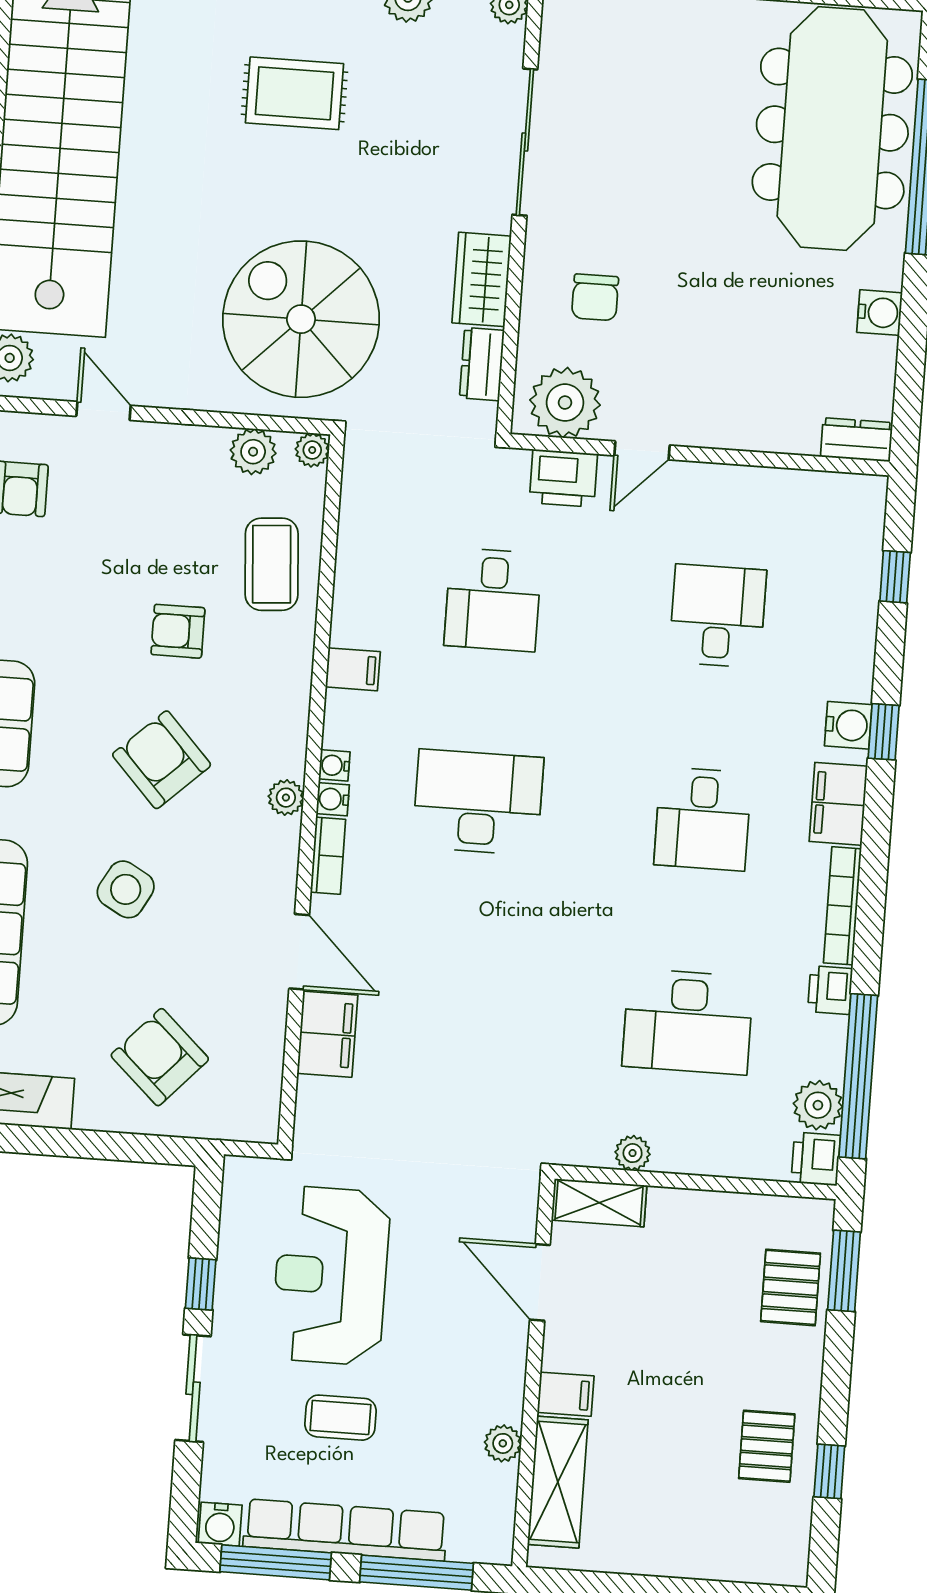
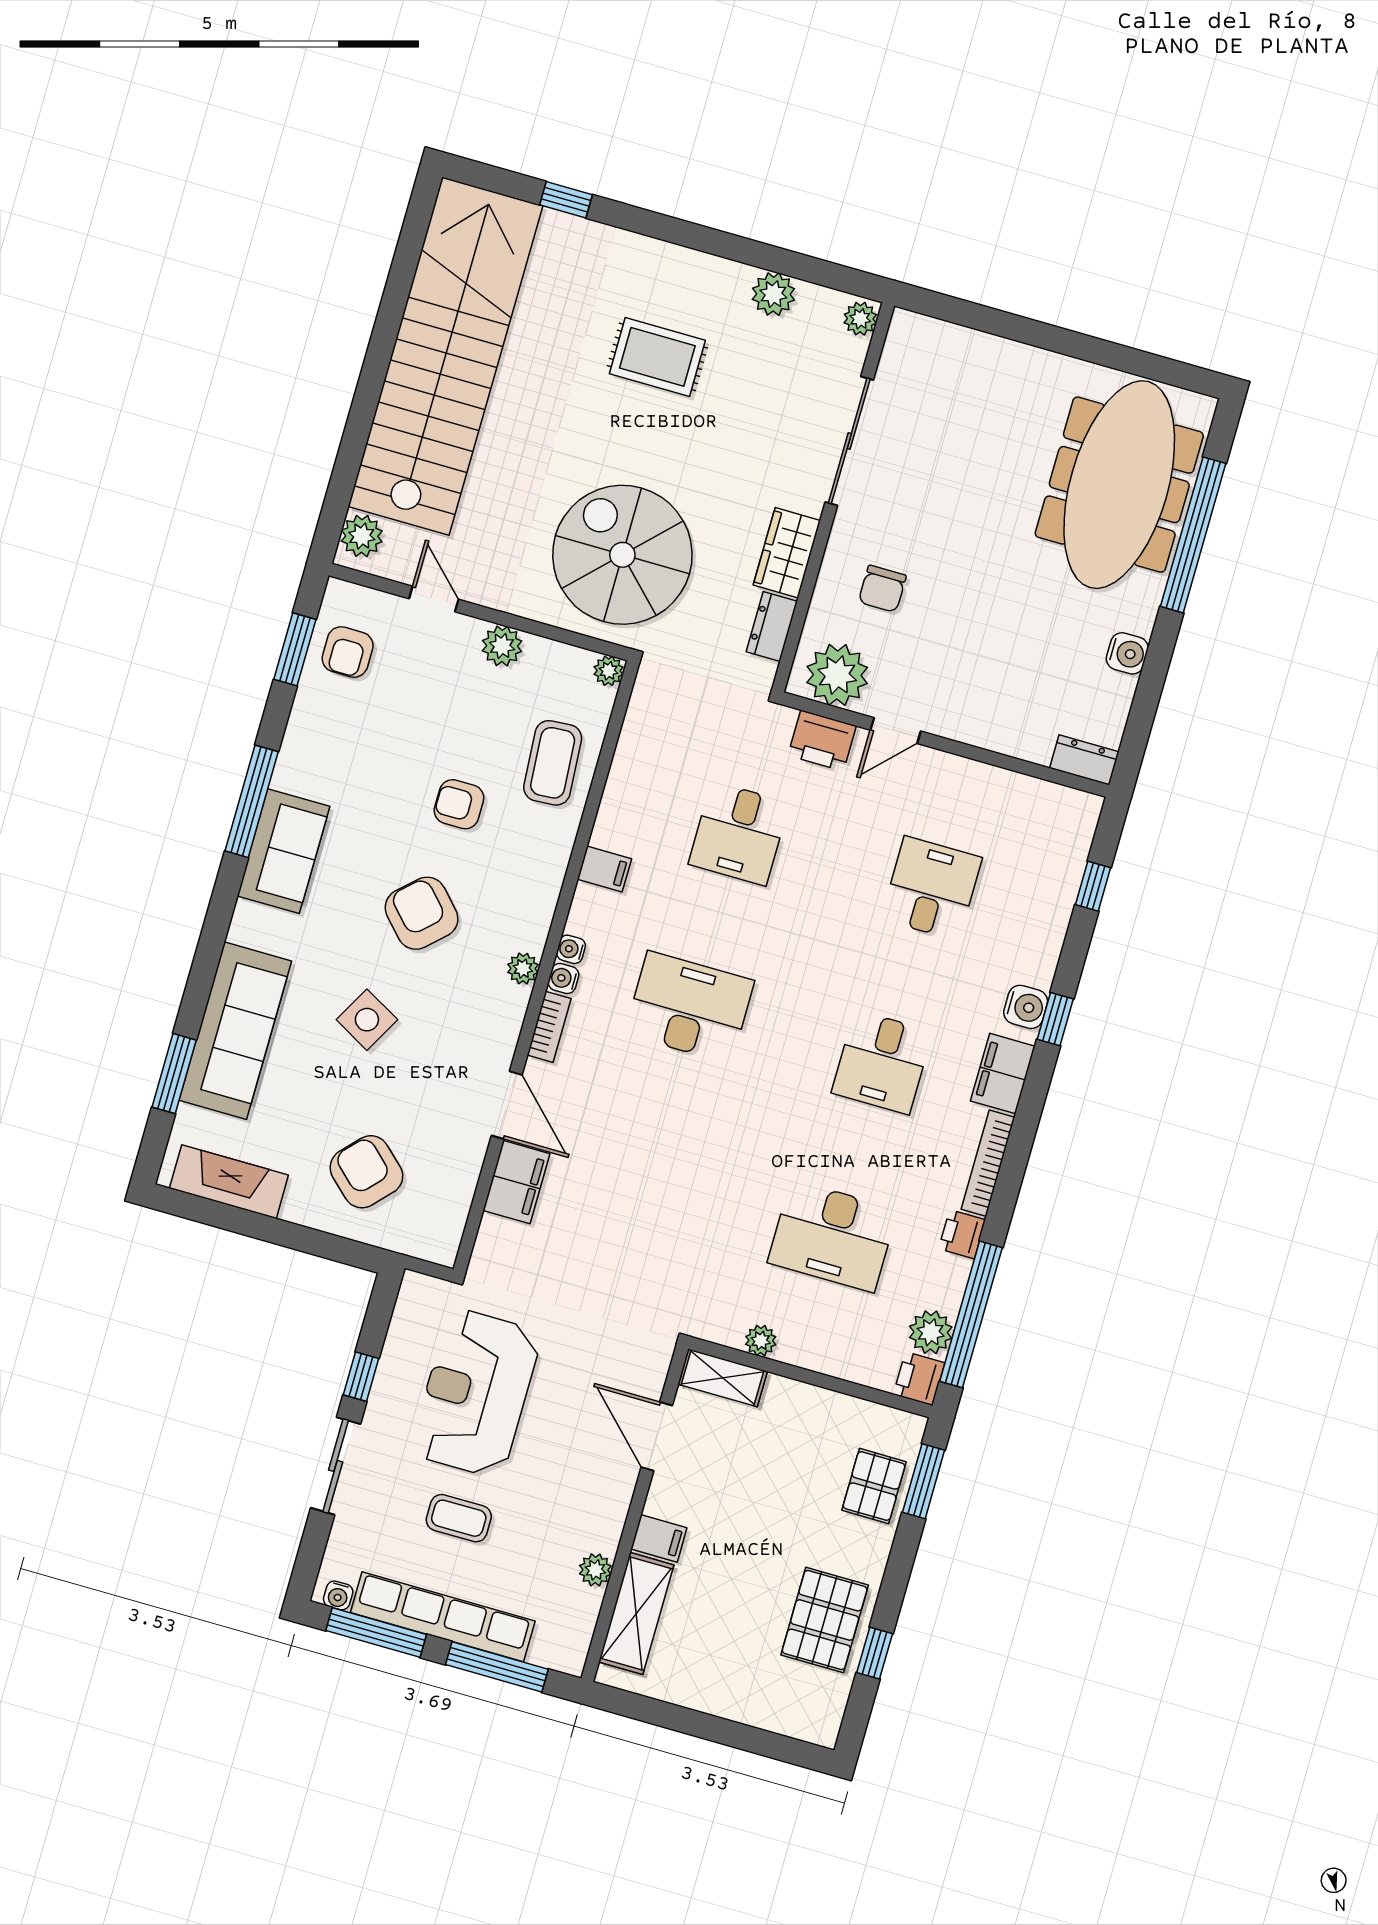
plant: (253, 452) -> (502, 646), moved
pallet: (767, 1446) -> (825, 1620), width x1.50, depth x1.42
water cooler: (220, 1524) -> (338, 1595), width x0.72, depth x0.72

